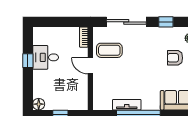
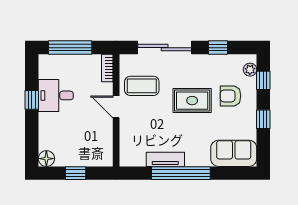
window: (56, 22) -> (70, 48), added
rug: (147, 61) -> (192, 101), added

